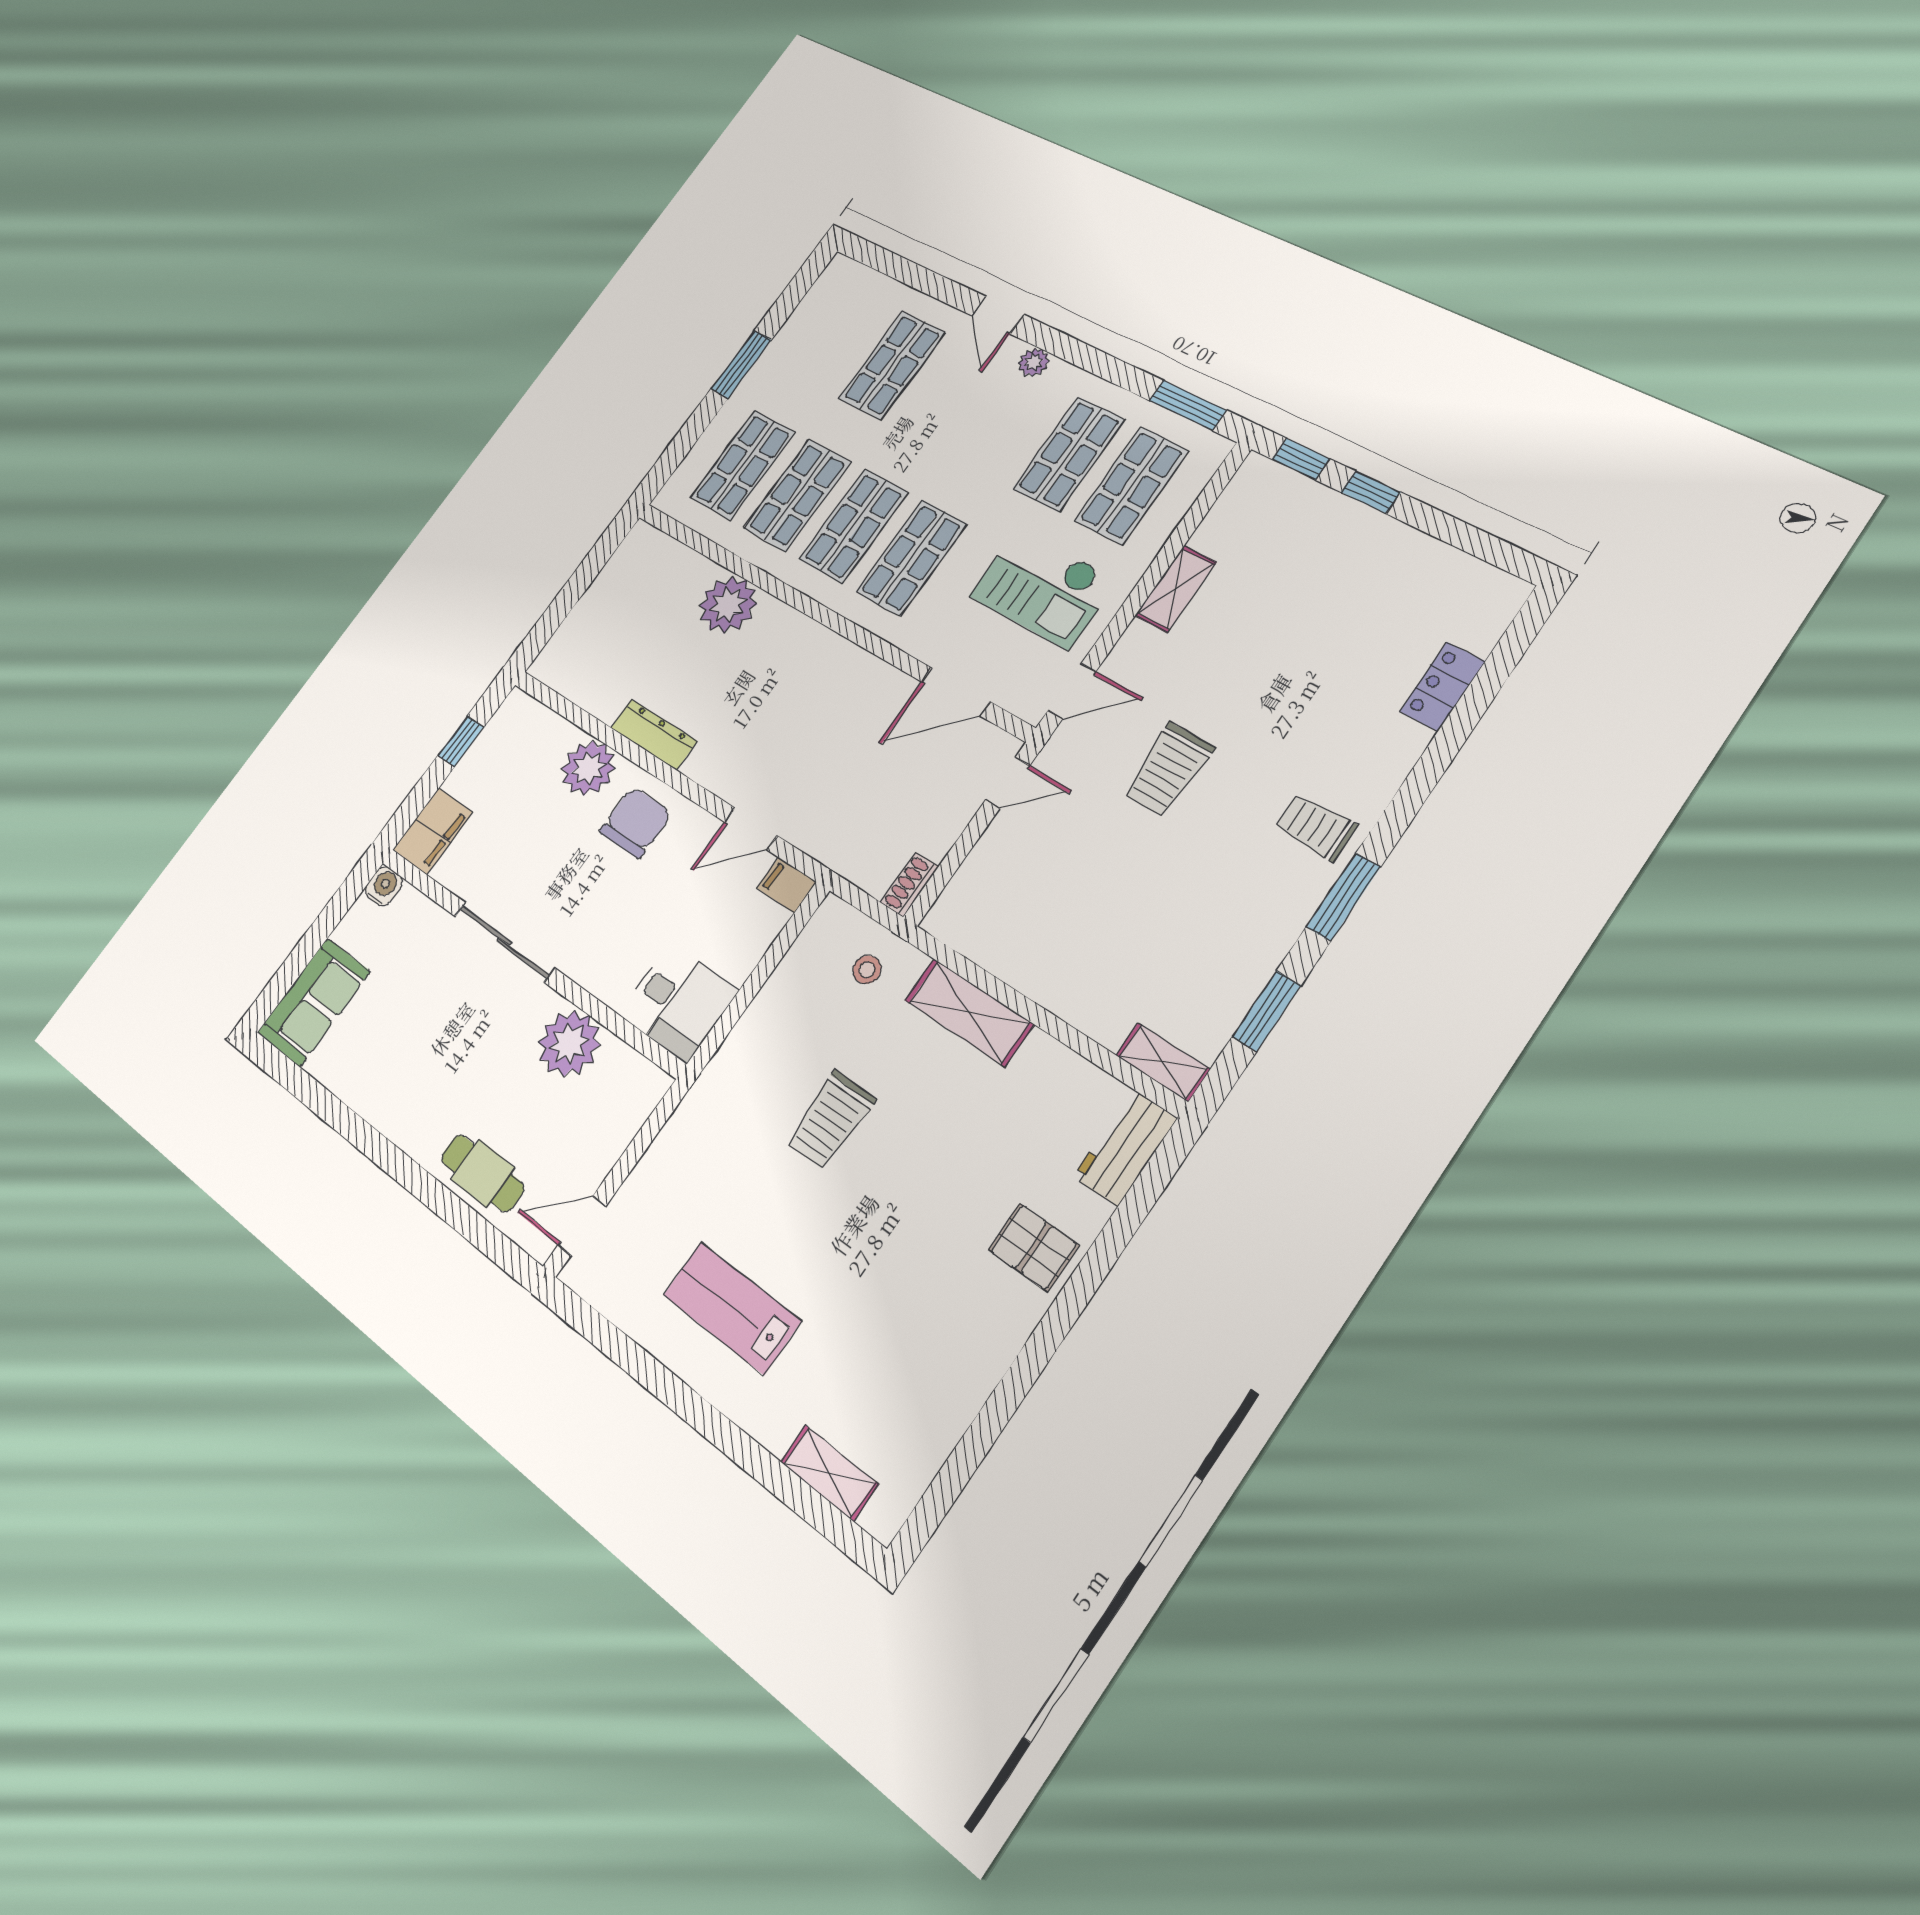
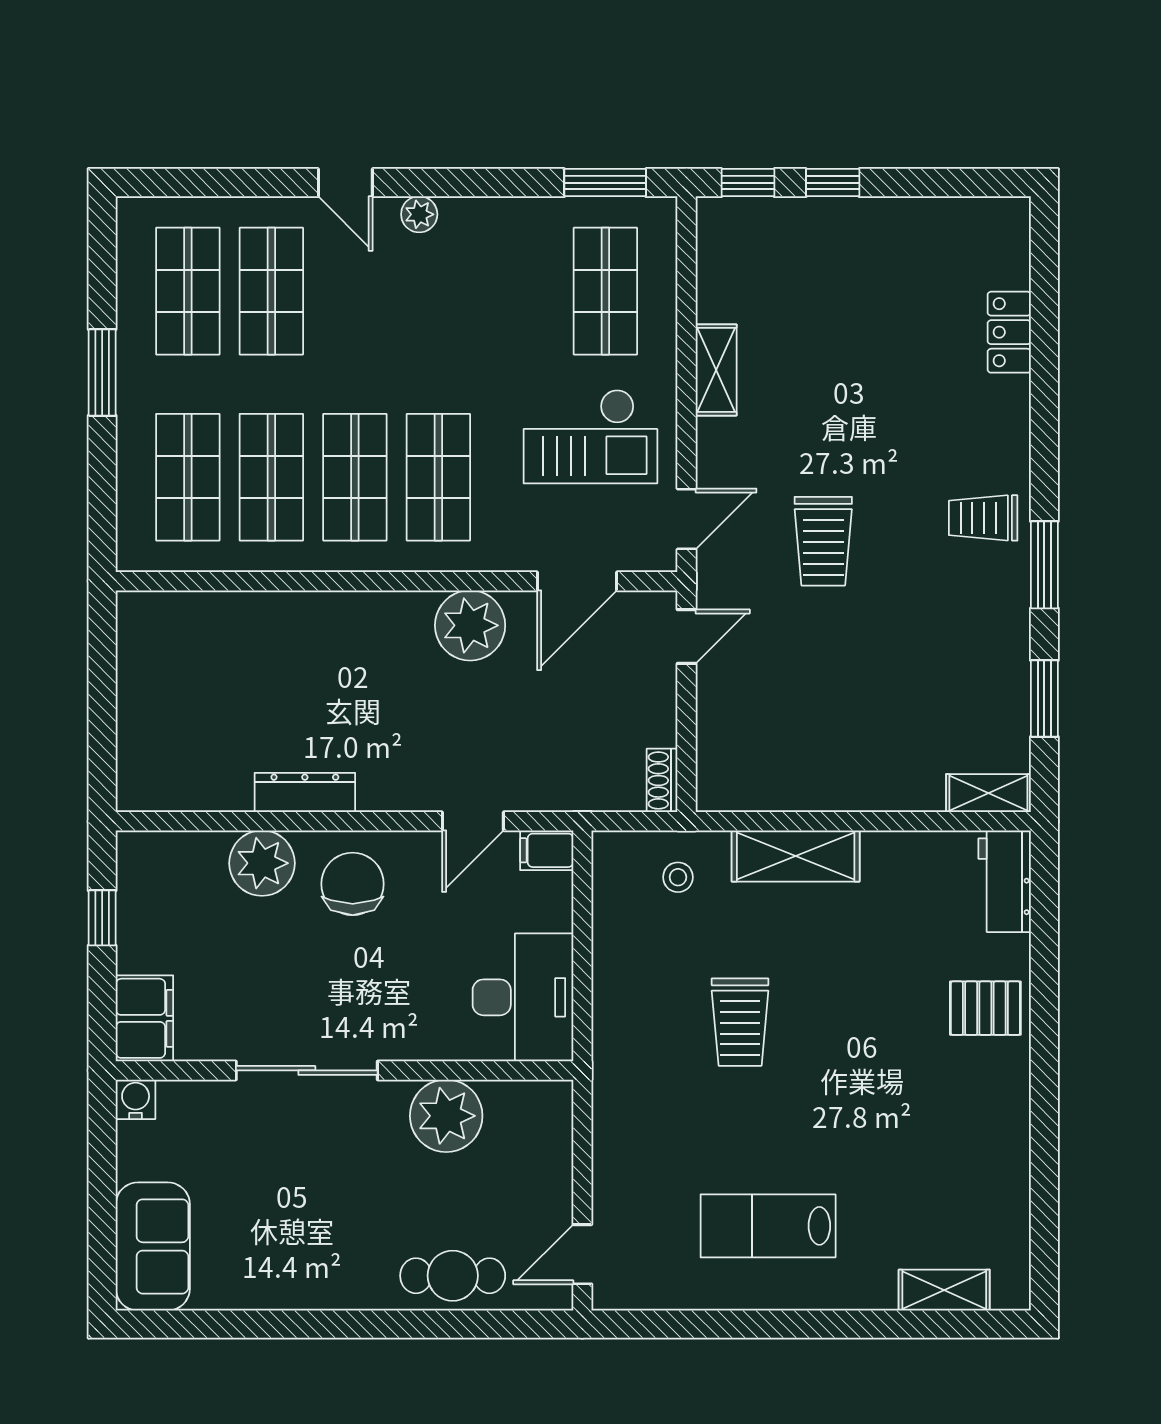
shop shelf: (1069, 454) -> (188, 291), moved
plant: (728, 605) -> (470, 625), moved
desk: (678, 1002) -> (523, 997), width x1.37

